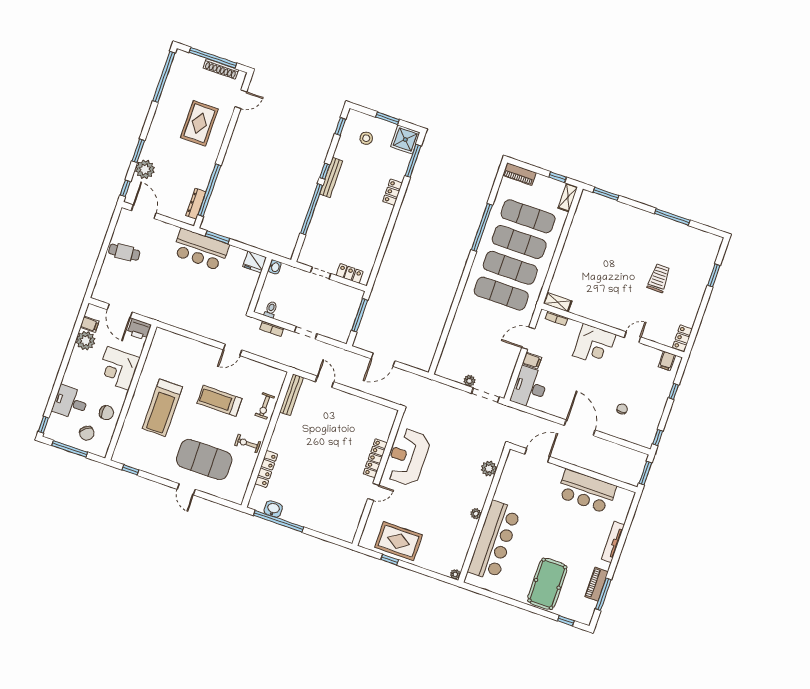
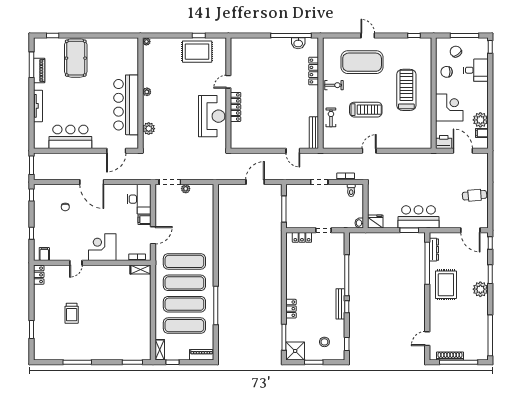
rug: (199, 123) -> (446, 285), moved
plant: (145, 169) -> (480, 289), moved
bar counter: (494, 541) -> (126, 105), moved

